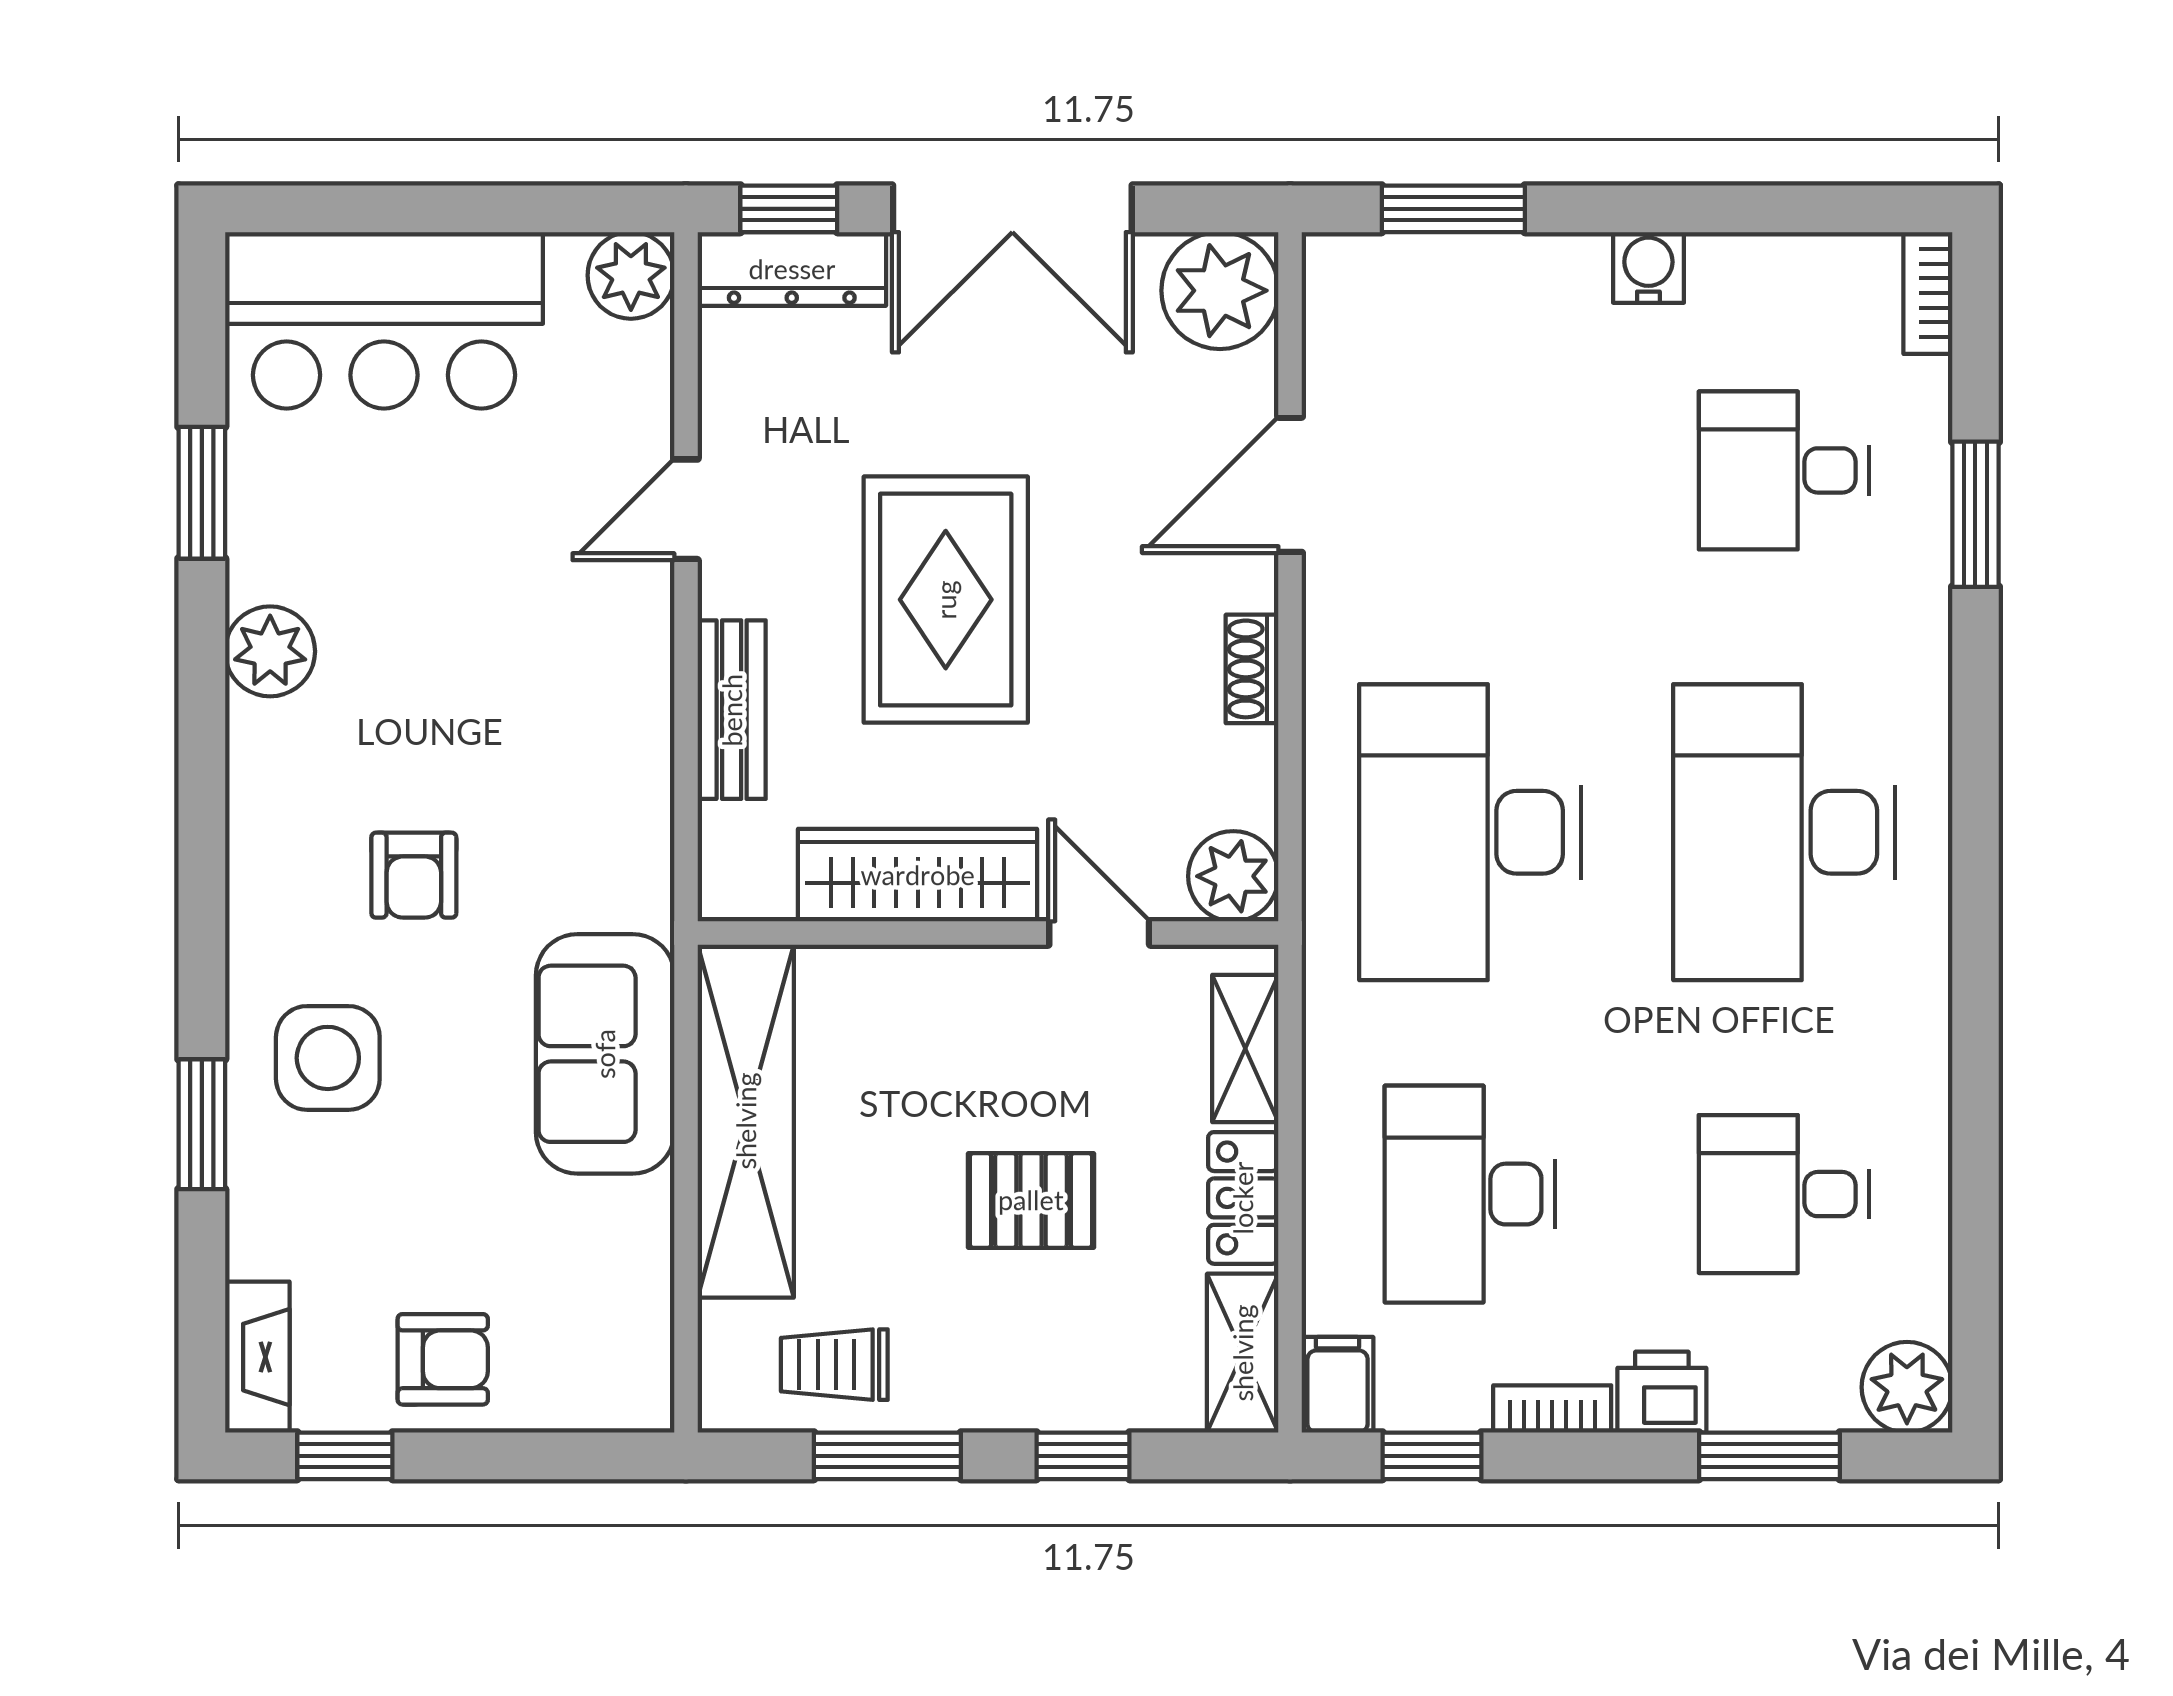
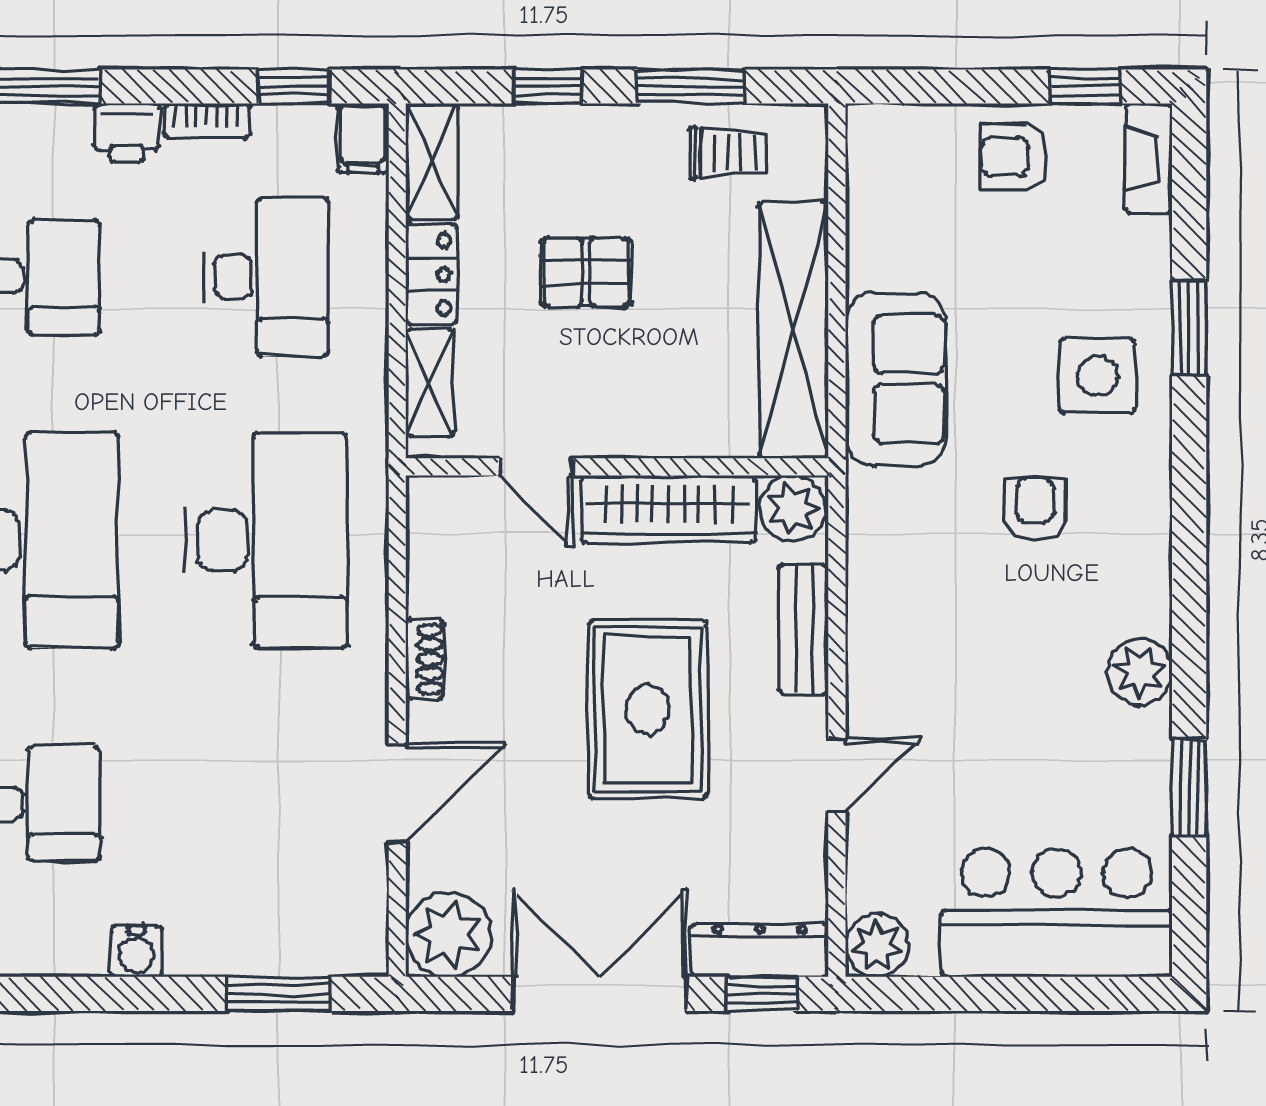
plant: (1233, 876) -> (793, 508), moved

